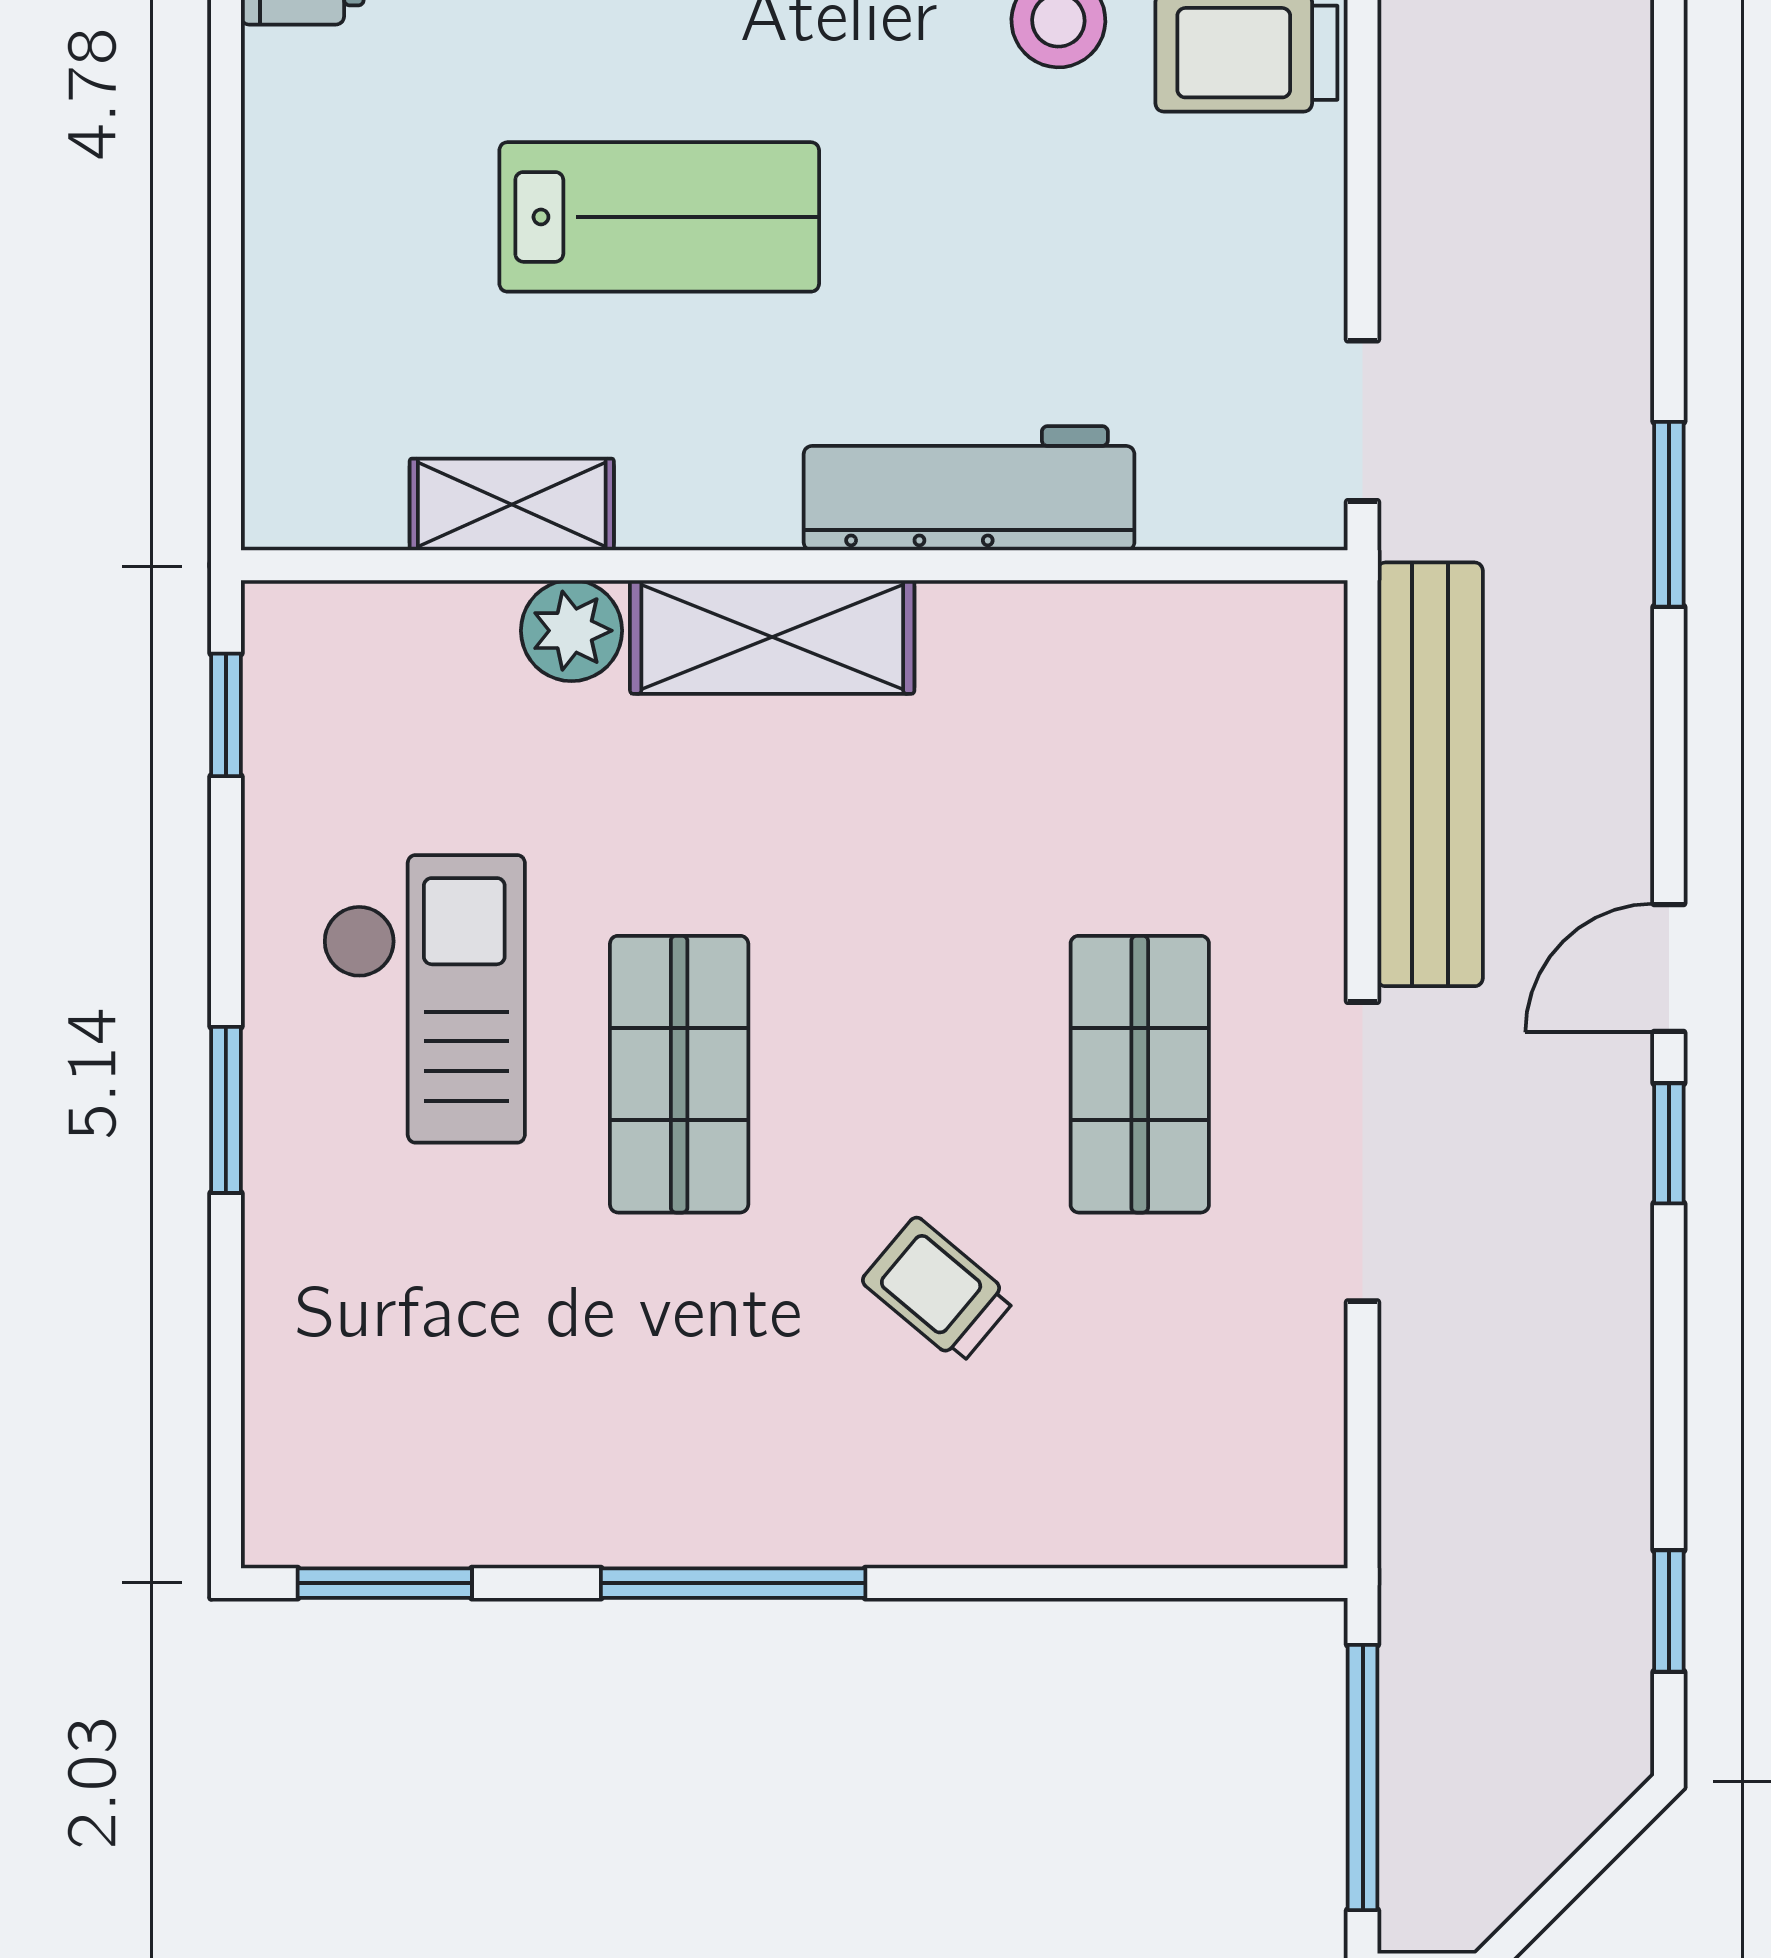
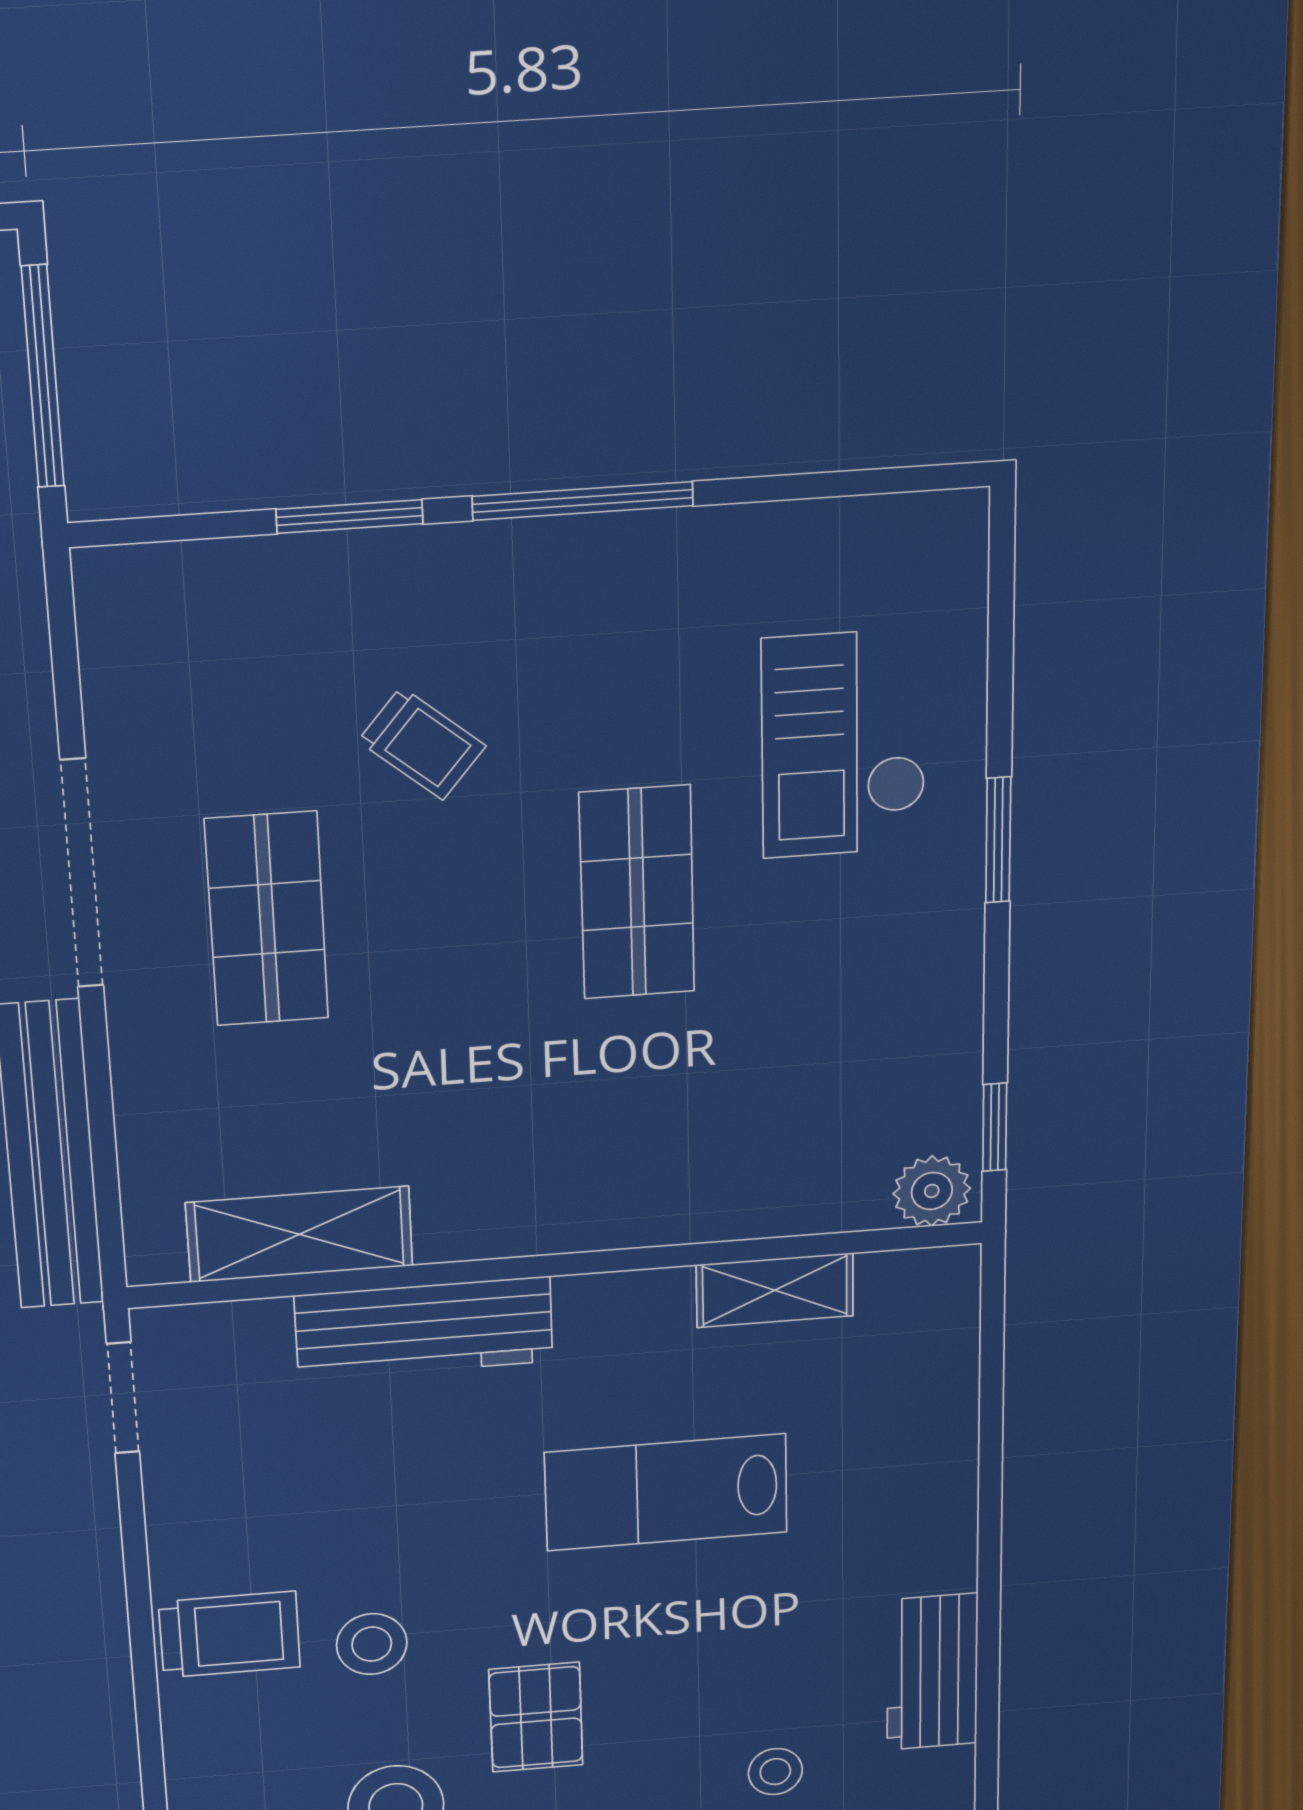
plant: (571, 631) -> (932, 1191), moved
shelving: (772, 637) -> (299, 1234), moved
checkout: (424, 999) -> (844, 744), moved
window: (385, 1583) -> (349, 517), moved

